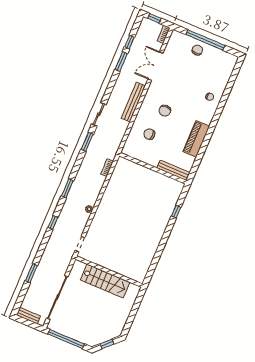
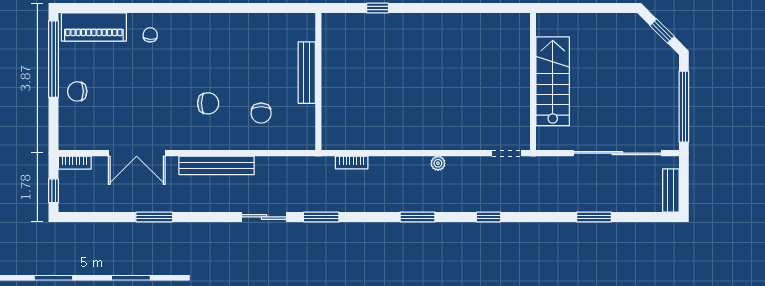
window: (205, 40) -> (53, 59), moved
window: (129, 42) -> (114, 217), removed
piano: (196, 139) -> (94, 27), moved
bench: (173, 170) -> (307, 73), moved

